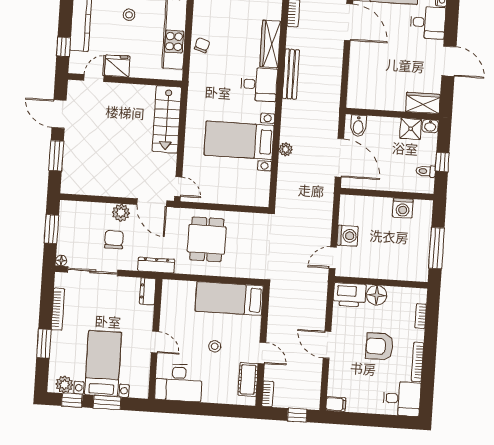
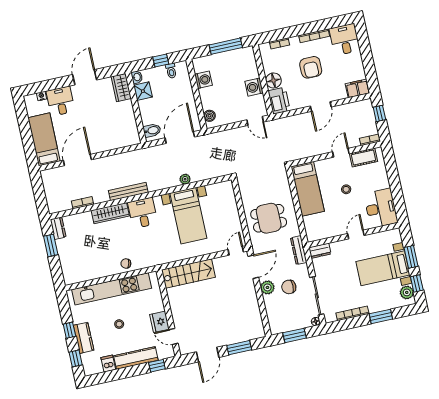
boiler: (356, 203) -> (209, 116), added
washing machine: (348, 236) -> (254, 87), moved, turned -90
filing cabinet: (336, 404) -> (358, 88), width x2.00

